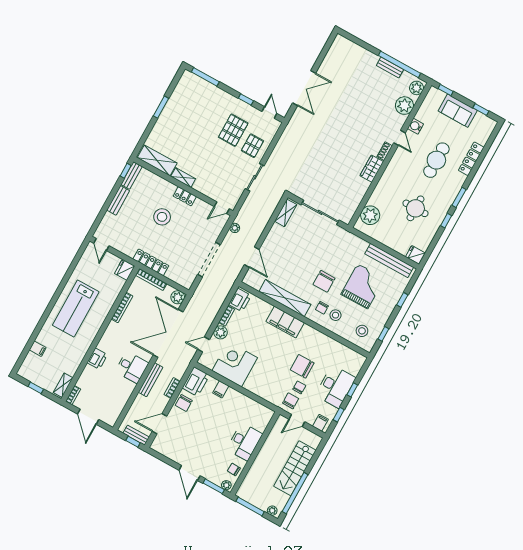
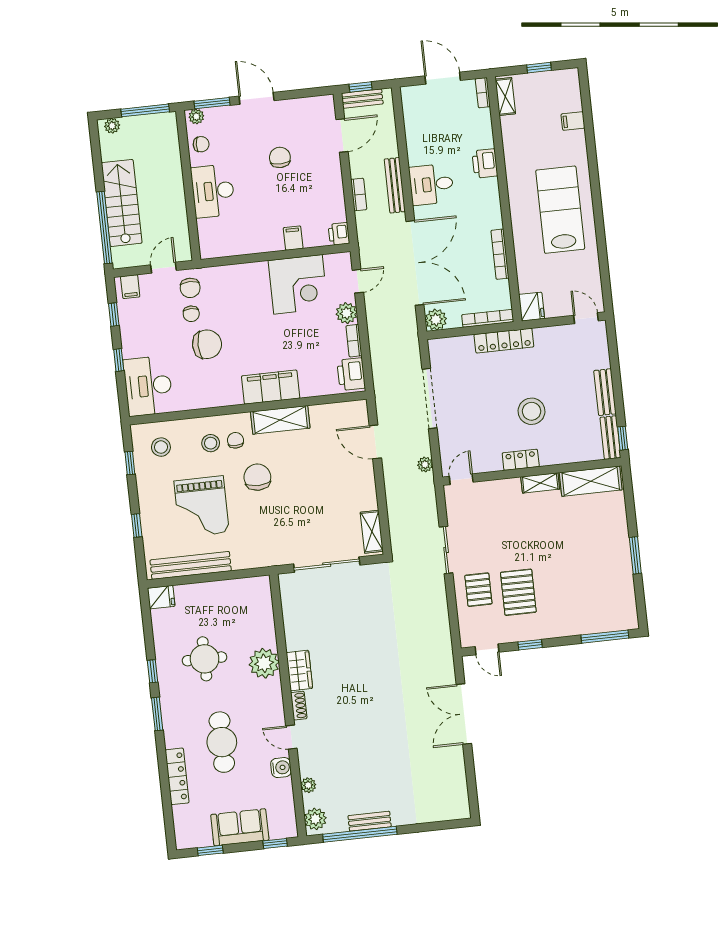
plant: (404, 106) -> (308, 785), width x0.53, depth x0.53
plant: (370, 215) -> (264, 663), moved
shelving: (285, 298) -> (280, 420), width x0.68
printer: (196, 382) -> (339, 234), width x0.53, depth x0.68
desk: (335, 387) -> (148, 386), moved
chair: (184, 403) -> (280, 157), moved
window: (295, 493) -> (104, 228), moved

